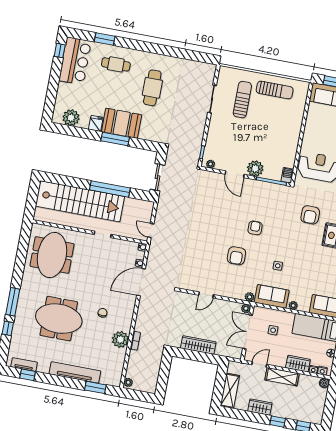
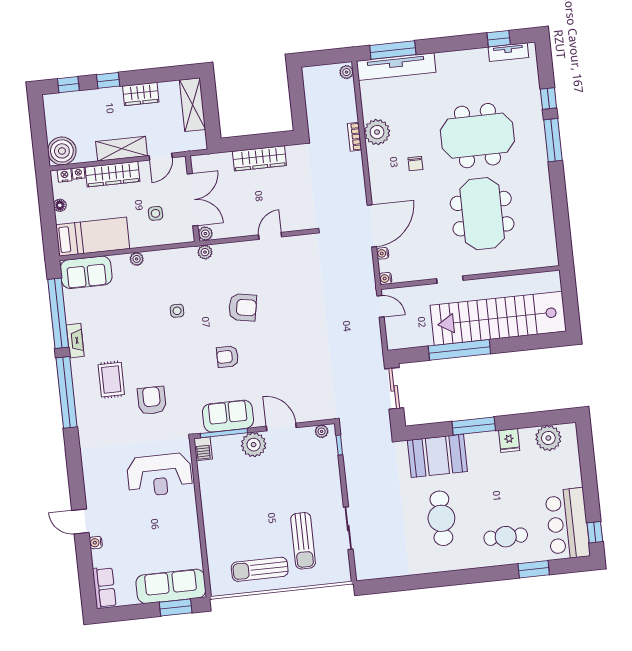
booth: (122, 123) -> (437, 456), moved
armchair: (255, 228) -> (227, 357), turned 90
meeting table: (52, 255) -> (482, 214), moved
armchair: (236, 256) -> (243, 307), turned 101
sofa: (272, 296) -> (228, 416), moved, turned 180
wardrobe: (298, 364) -> (113, 174), width x1.50
tv unit: (75, 372) -> (396, 67), moved
boiler: (324, 383) -> (62, 151), width x1.86, depth x1.86
window: (95, 387) -> (393, 50), width x1.44

